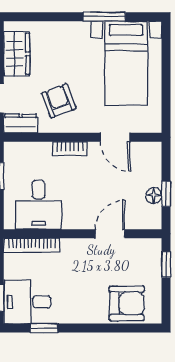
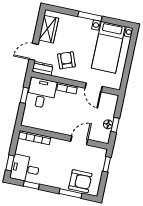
window: (104, 17) -> (90, 16), moved
desk: (38, 205) -> (42, 93), moved, turned 180
window: (114, 328) -> (71, 193), added

